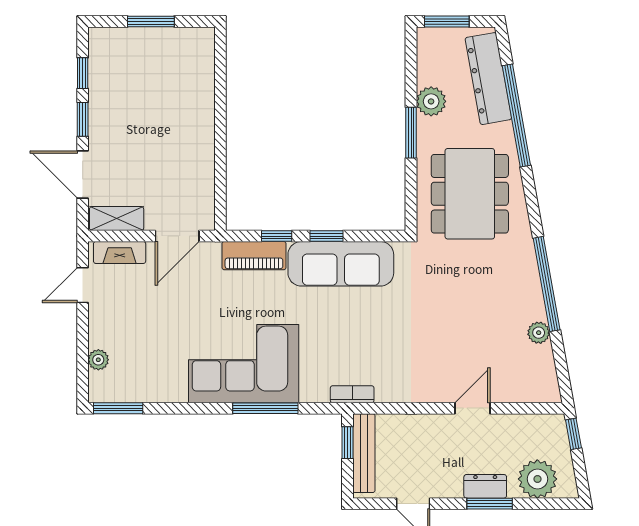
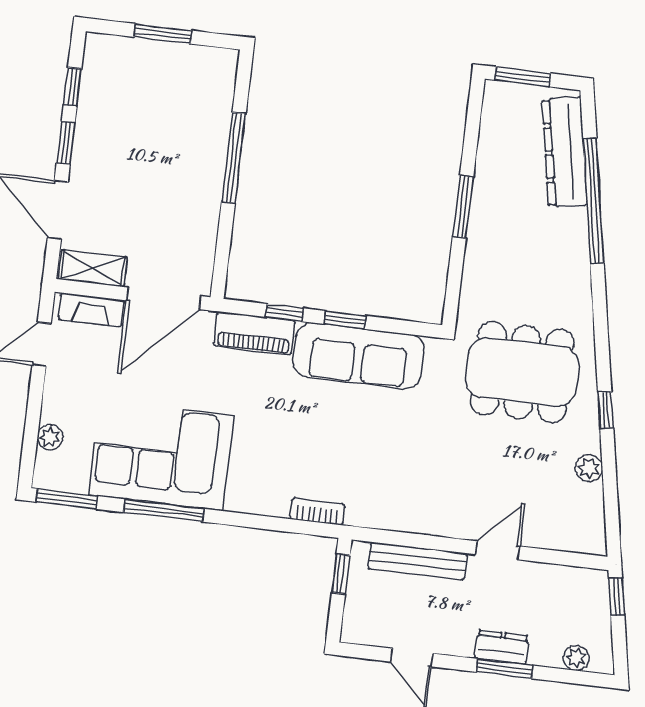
plant: (431, 101) -> (492, 171), removed
window: (220, 115) -> (234, 158), added
dining table: (470, 194) -> (522, 372), moved, turned 90
door: (177, 236) -> (164, 298), width x1.36
window: (547, 284) -> (606, 410), width x0.32
corner sofa: (244, 364) -> (161, 455), moved
bookcase: (352, 394) -> (317, 512), moved
window: (265, 408) -> (164, 510), moved
bench: (364, 453) -> (418, 561), moved, turned 90
plant: (537, 479) -> (576, 658), width x0.53, depth x0.53

